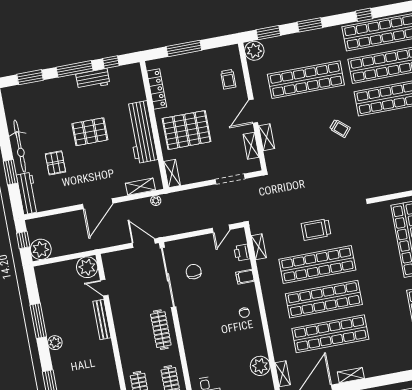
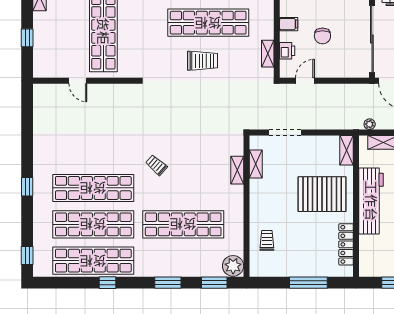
door: (253, 111) -> (246, 201), removed
chair: (194, 272) -> (322, 36), moved

